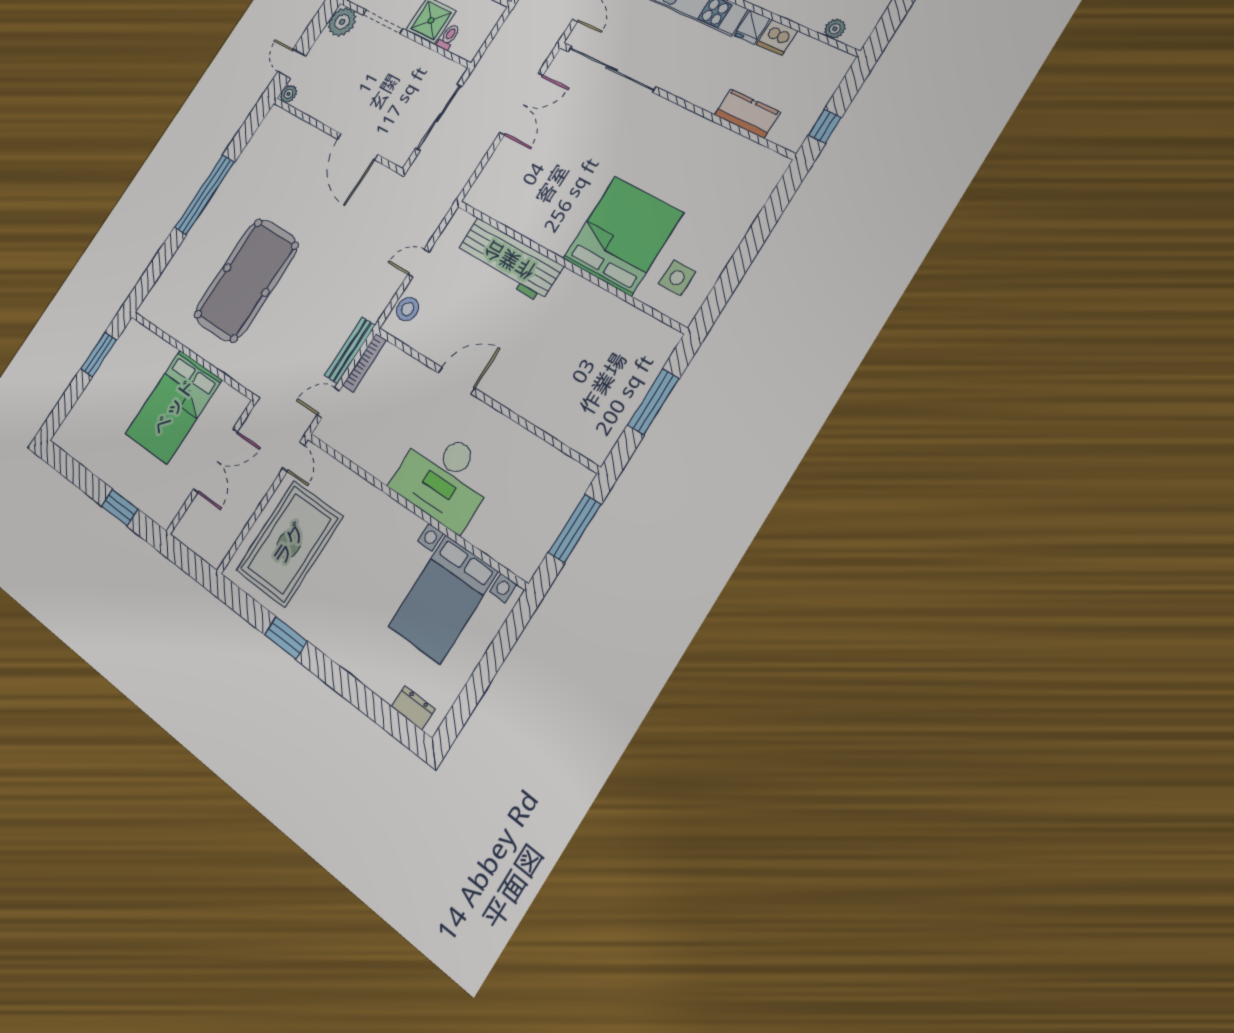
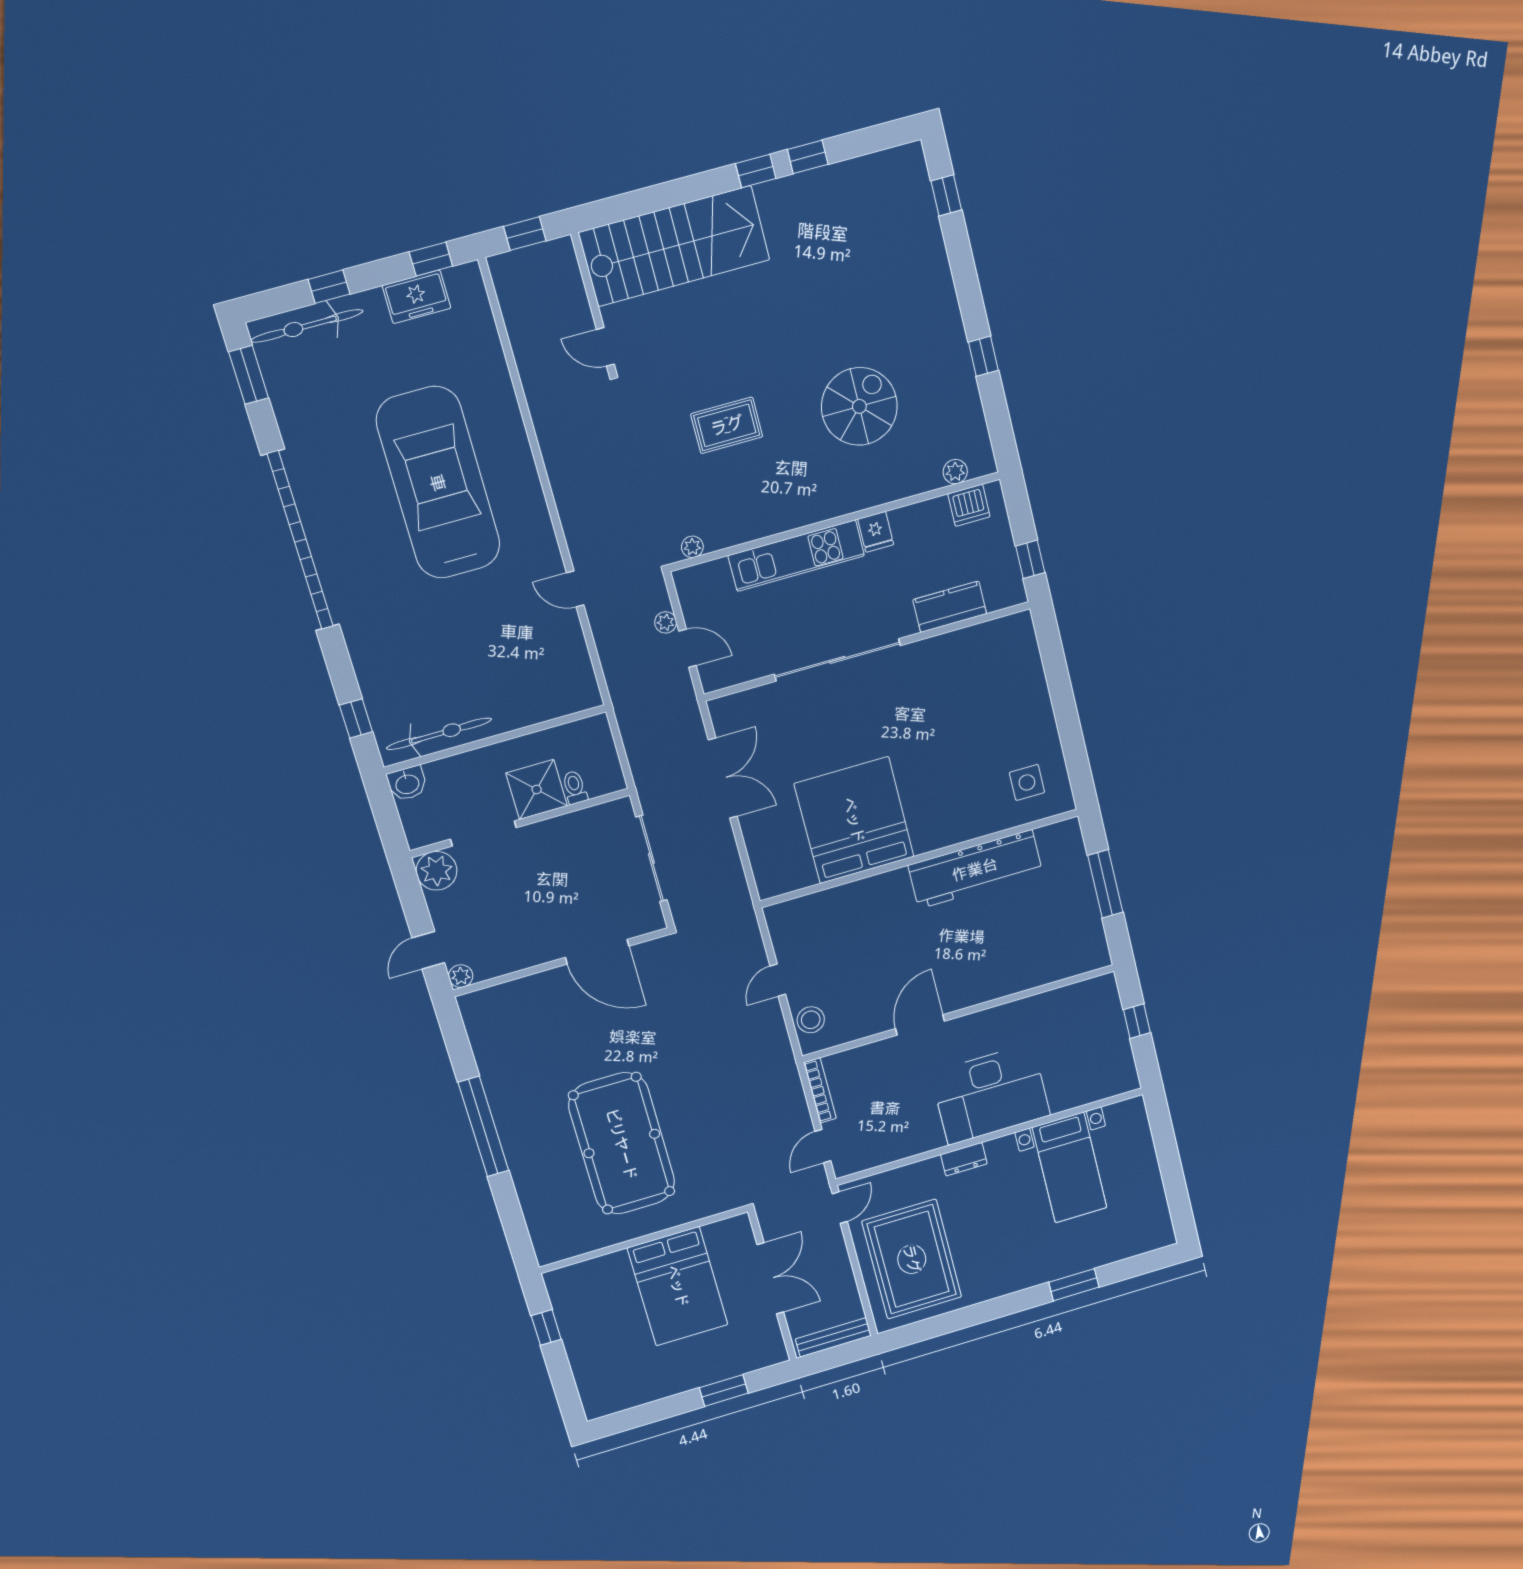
dishwasher: (777, 38) -> (969, 505), moved
door: (292, 64) -> (428, 950), hinge flipped
sliding door: (611, 69) -> (837, 660), moved
bed: (623, 236) -> (854, 820), moved
workbench: (509, 260) -> (975, 869), moved
bench: (350, 350) -> (833, 1337), moved, turned 90
window: (98, 355) -> (546, 1328), width x0.67
door: (294, 457) -> (840, 1208), hinge flipped
window: (575, 529) -> (1137, 1021), width x0.46
bed with nightstands: (443, 599) -> (1070, 1168), width x0.73
window: (286, 638) -> (1074, 1285), moved
dresser: (413, 708) -> (964, 1159), moved, turned 180

